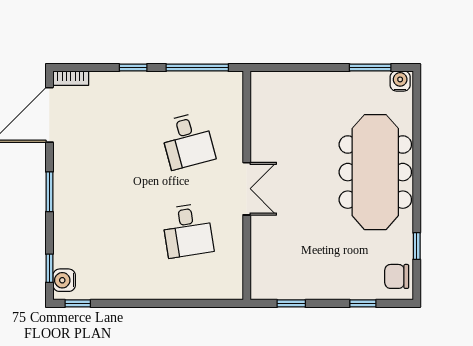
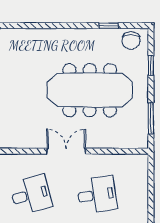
meeting table: (375, 172) -> (90, 90), moved
window: (291, 303) -> (151, 118), width x1.50

